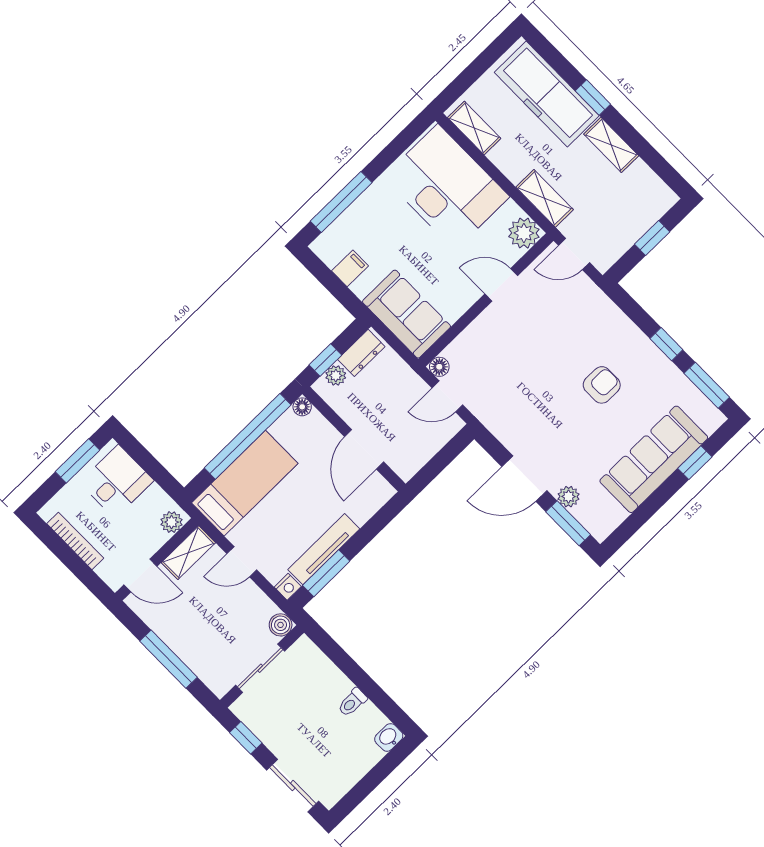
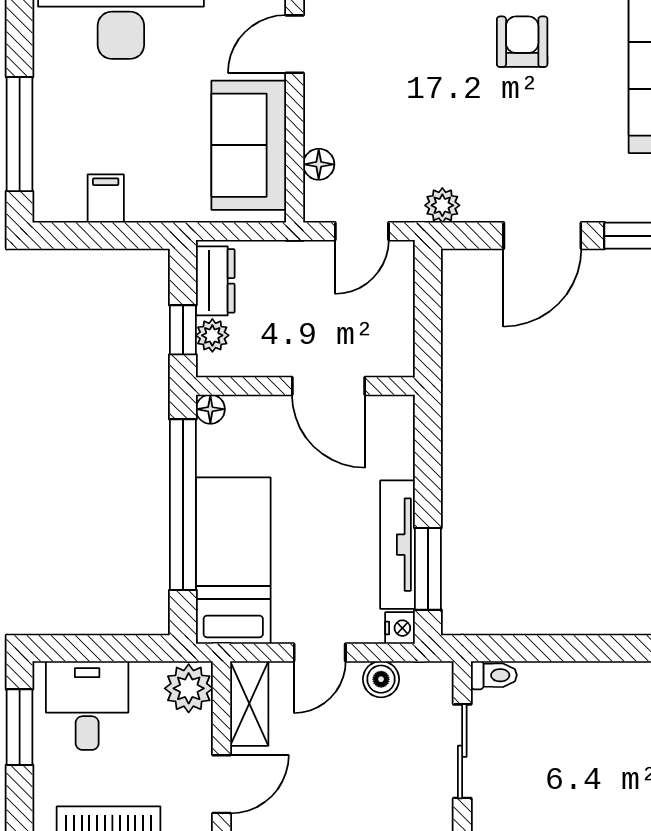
sofa: (406, 314) -> (249, 145), moved, turned -90
floor lamp: (439, 367) -> (319, 164), moved
plant: (568, 497) -> (442, 205), moved
plant: (172, 522) -> (189, 688), width x1.38, depth x1.38
boiler: (281, 625) -> (381, 679), moved
toilet: (352, 702) -> (494, 675), moved, turned -90

